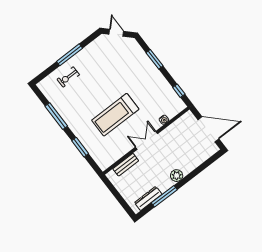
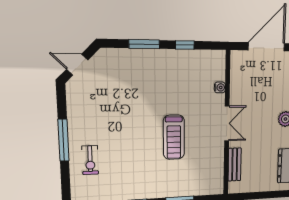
window: (179, 91) -> (185, 45), moved
treadmill: (115, 115) -> (174, 137), width x0.73, depth x0.73
double door: (146, 140) -> (227, 123), swing flipped

